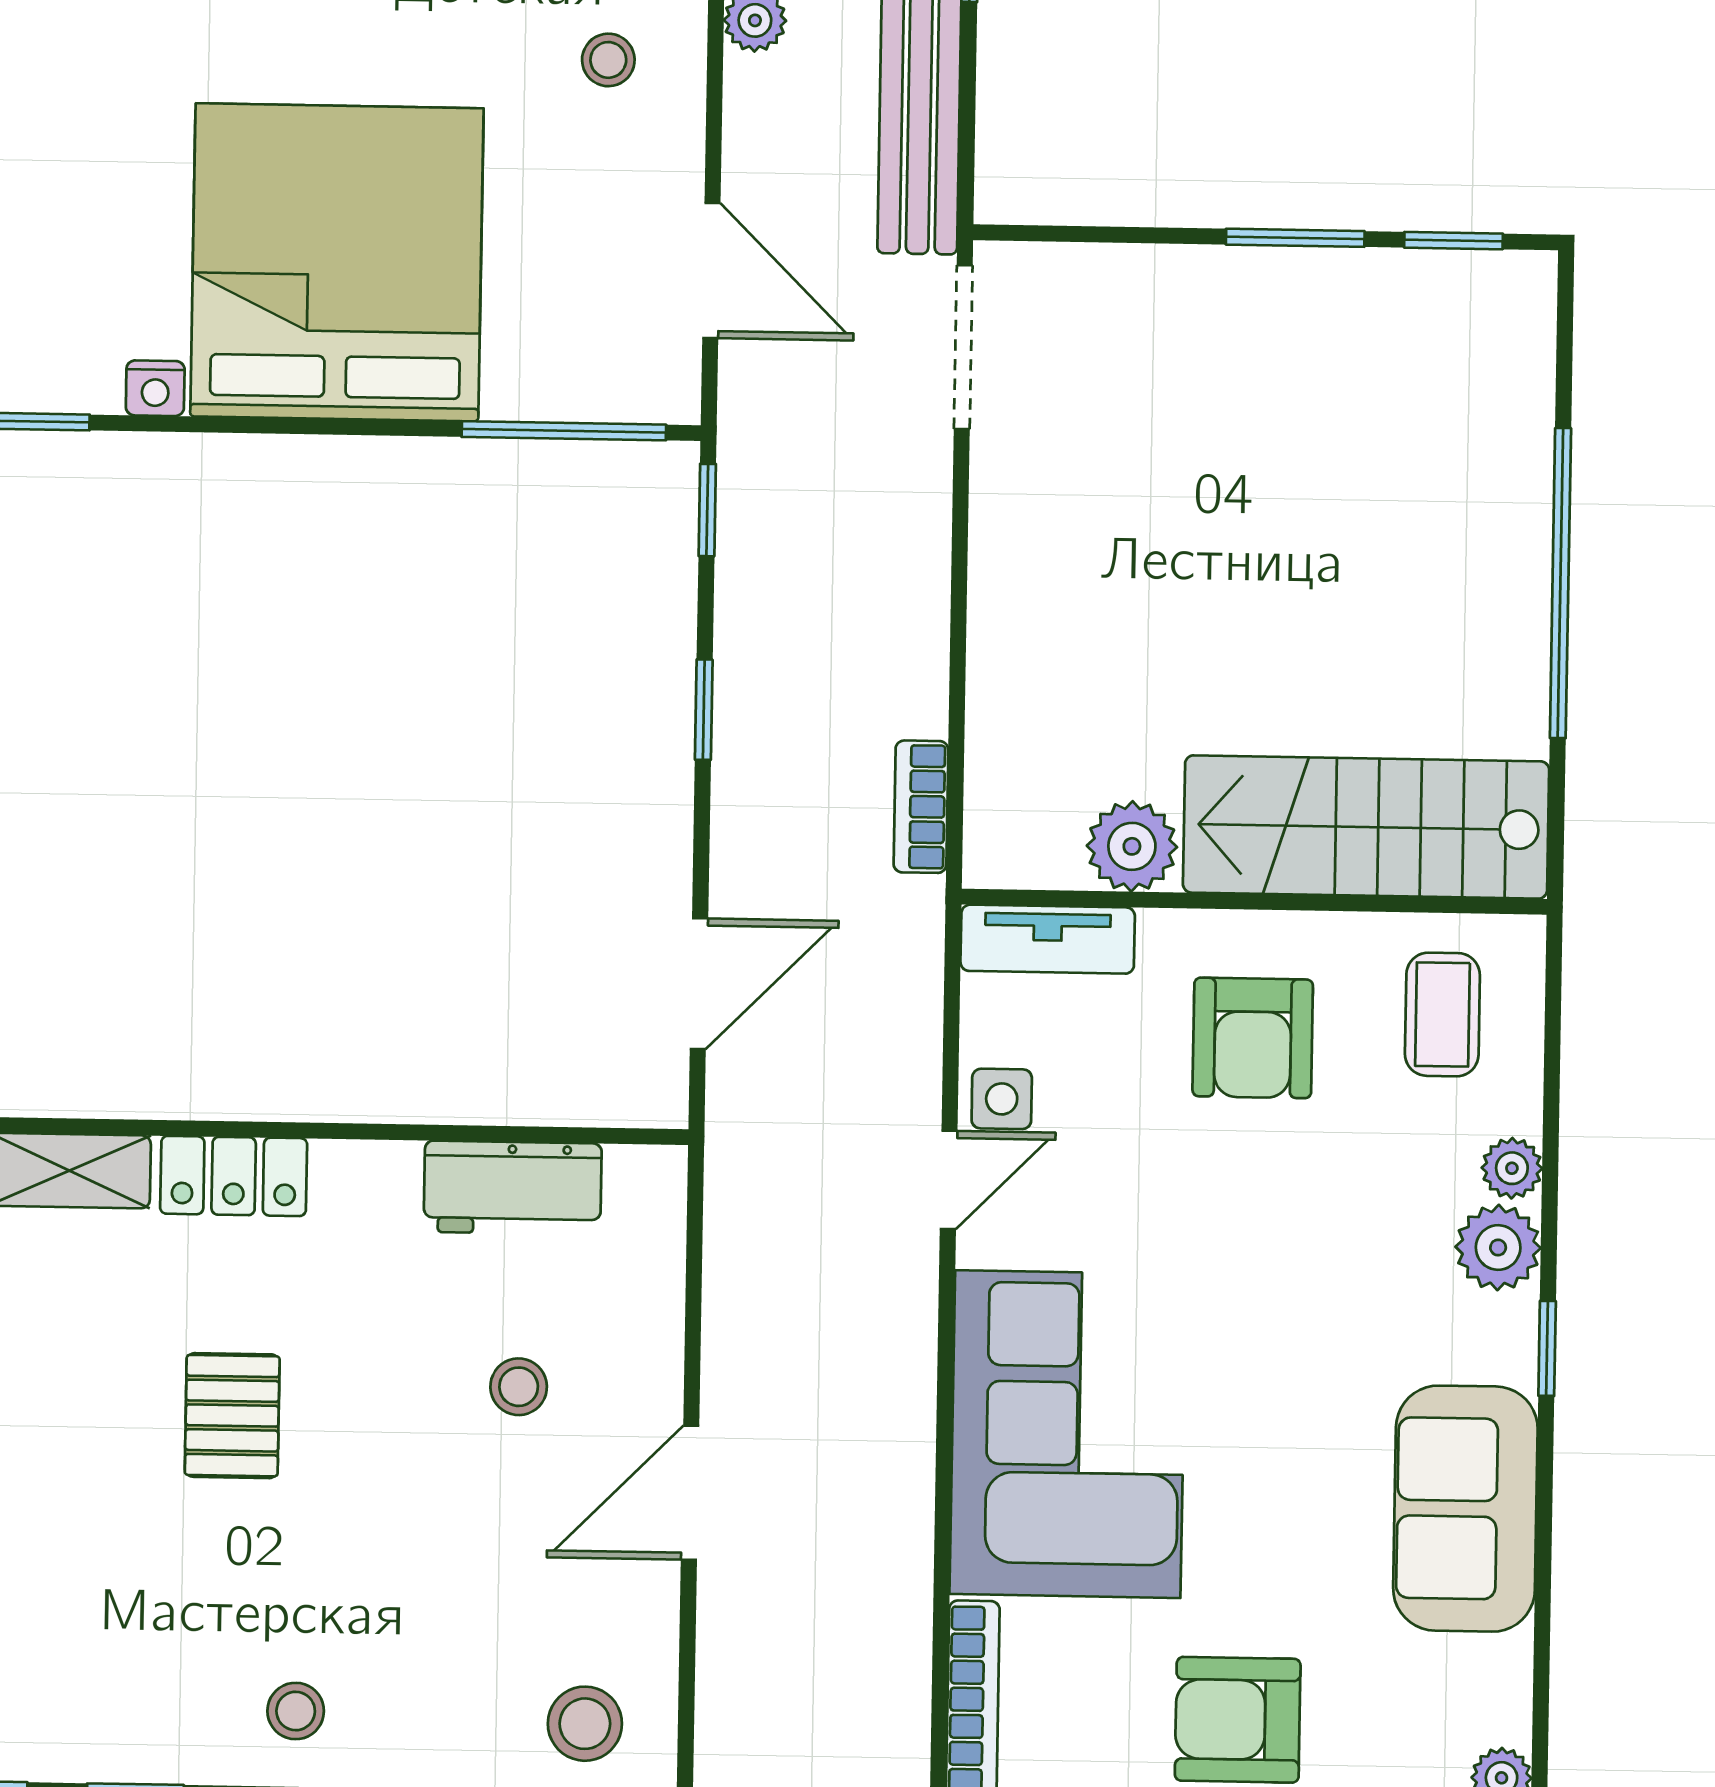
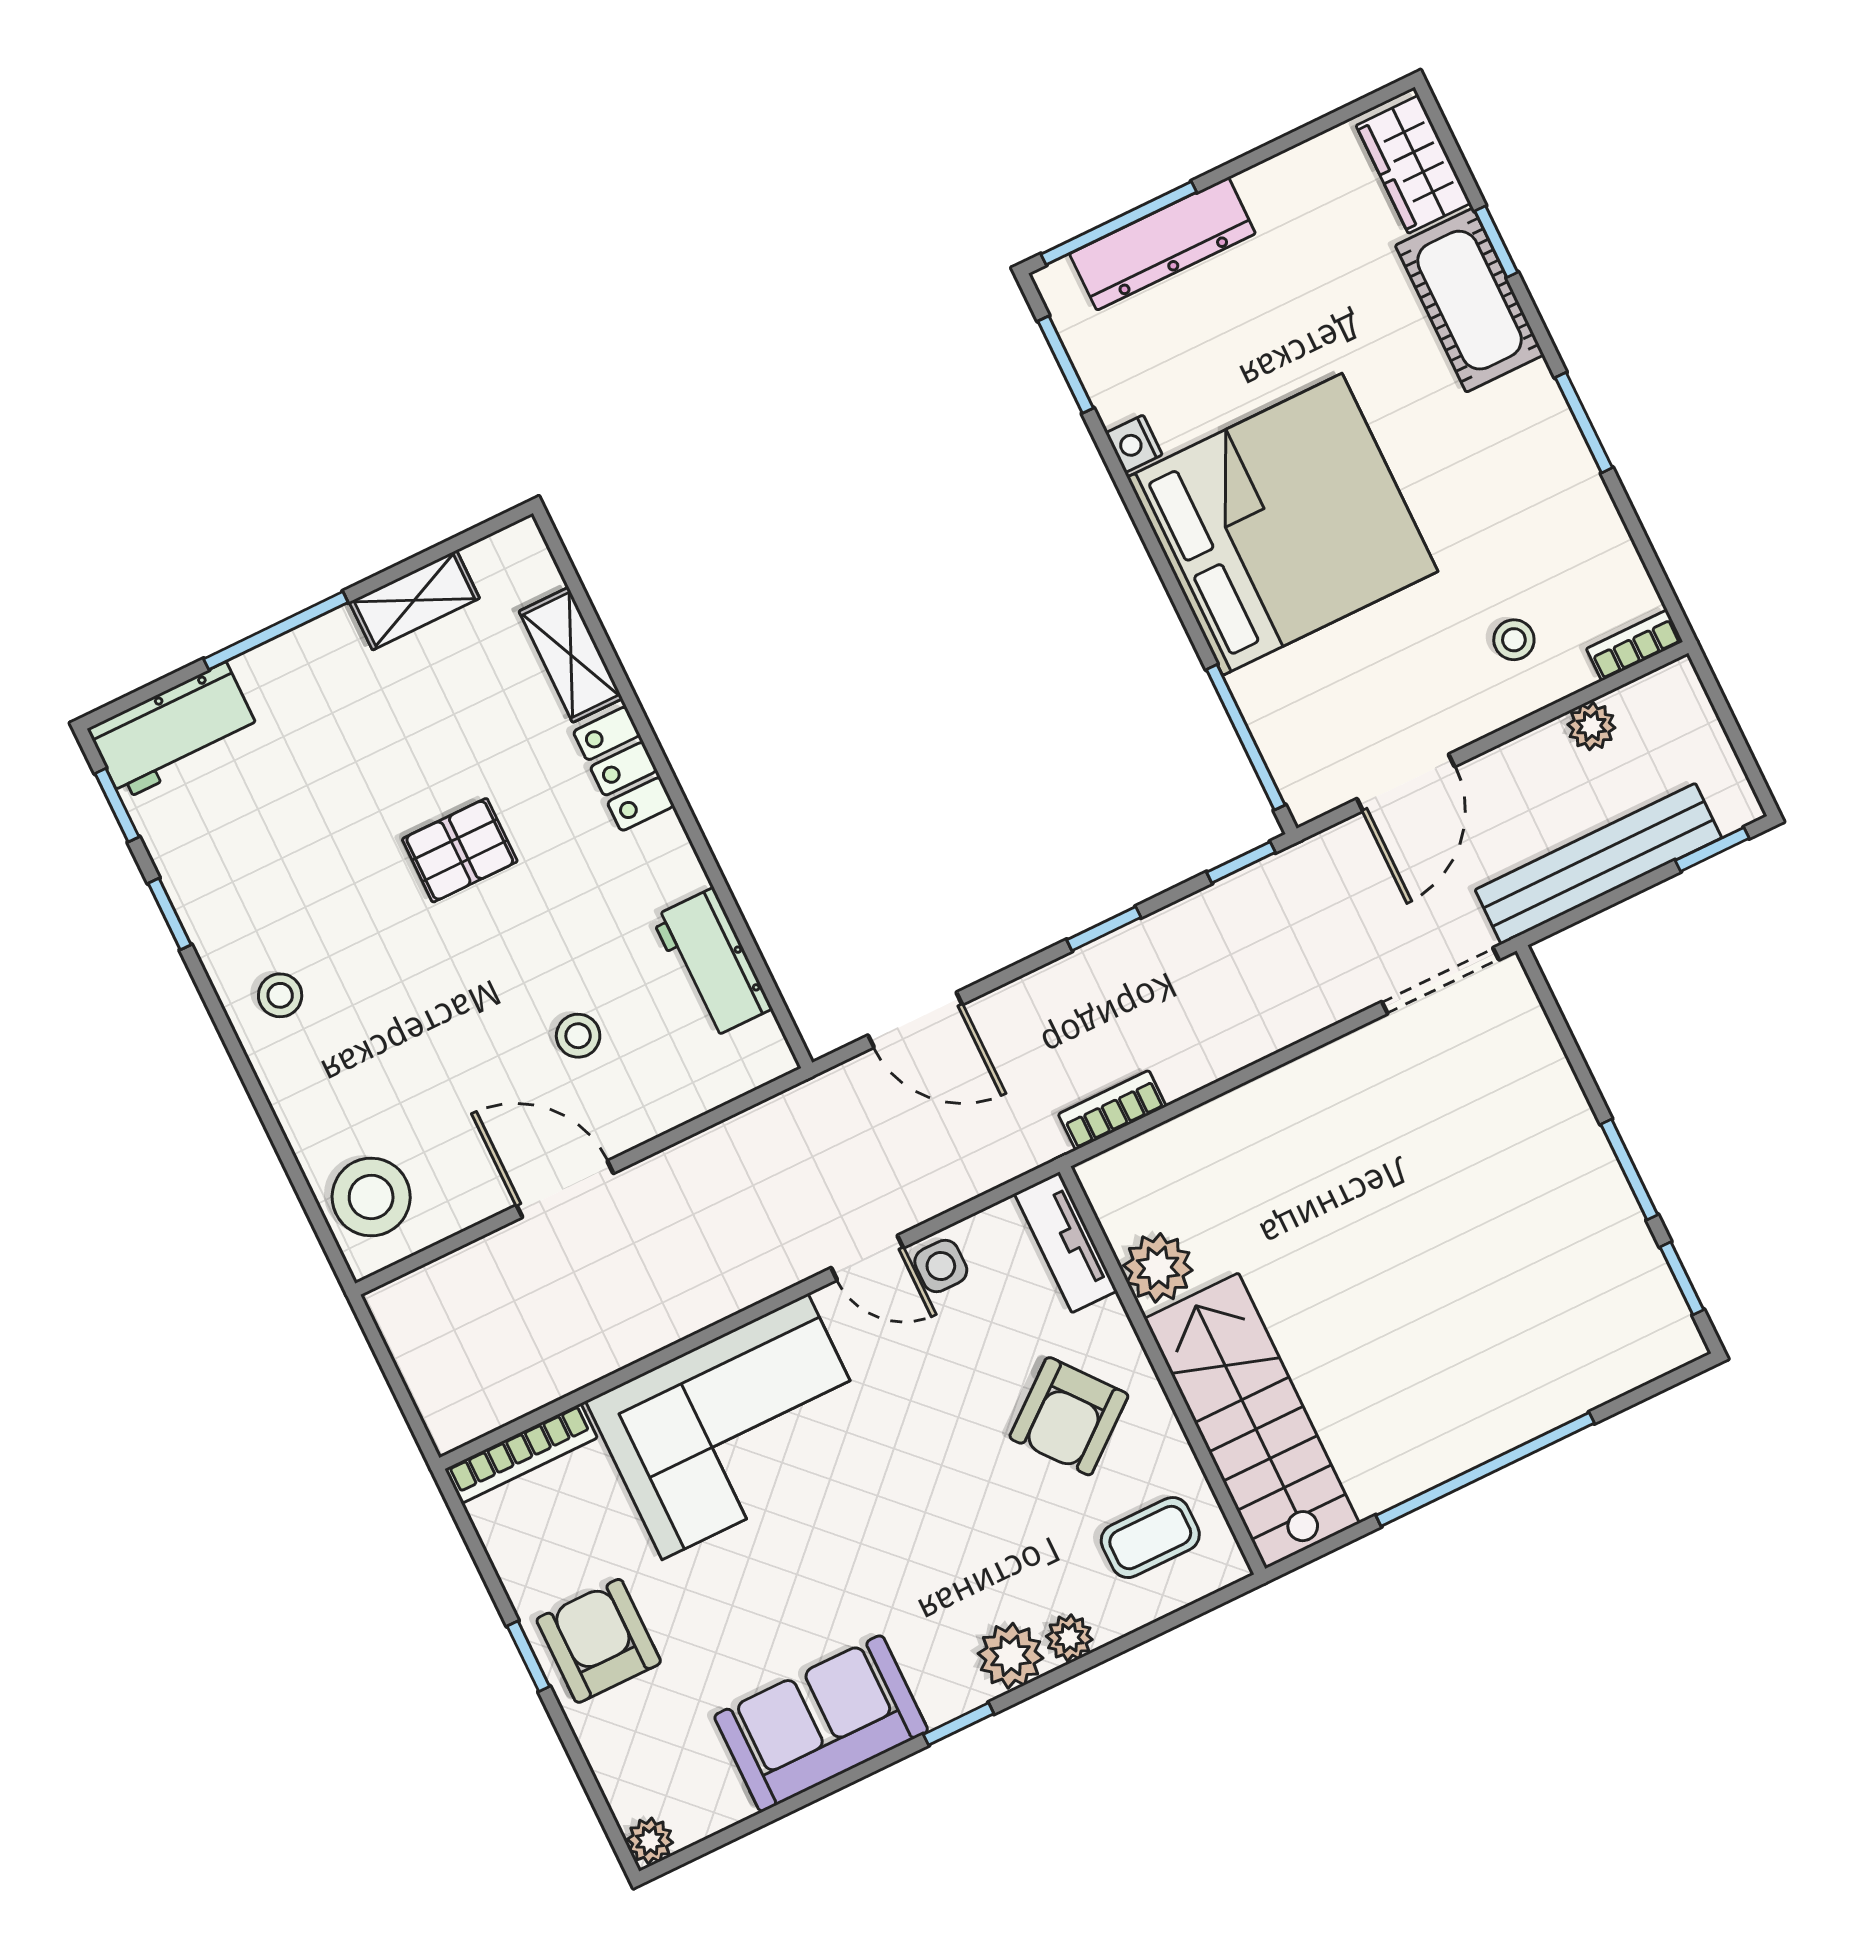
armchair: (1253, 1038) -> (1069, 1416), turned -39
stool: (585, 1724) -> (371, 1197), width x1.38, depth x1.38

